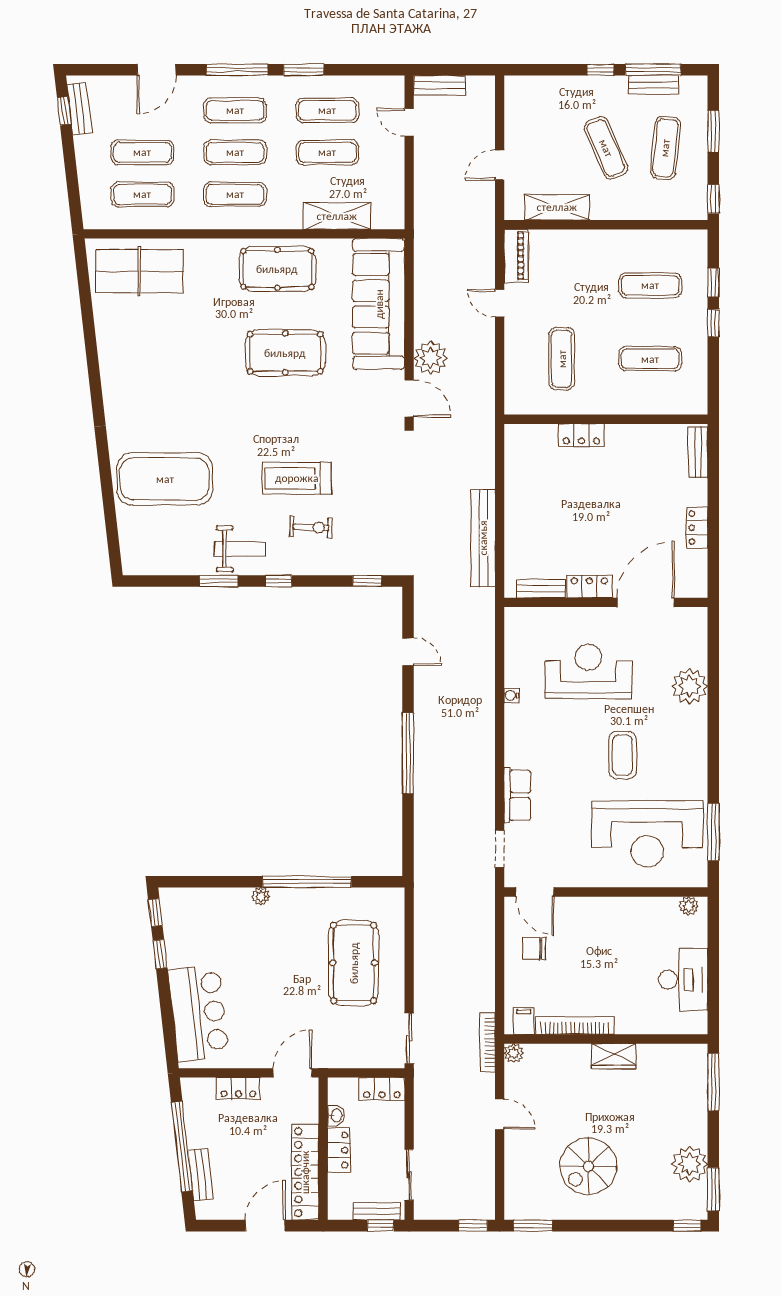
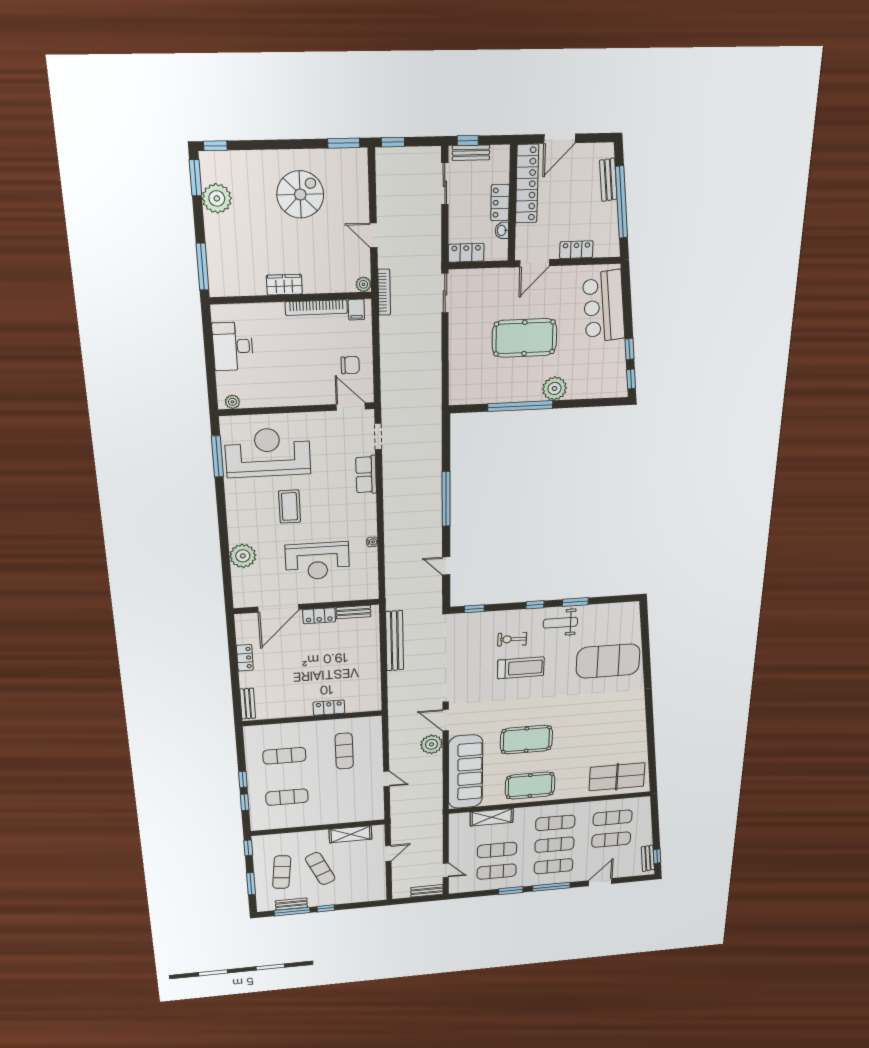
piano: (516, 256) -> (376, 806), removed
plant: (261, 896) -> (554, 388), width x1.87, depth x1.87
pool table: (354, 963) -> (524, 338), moved, turned 90

